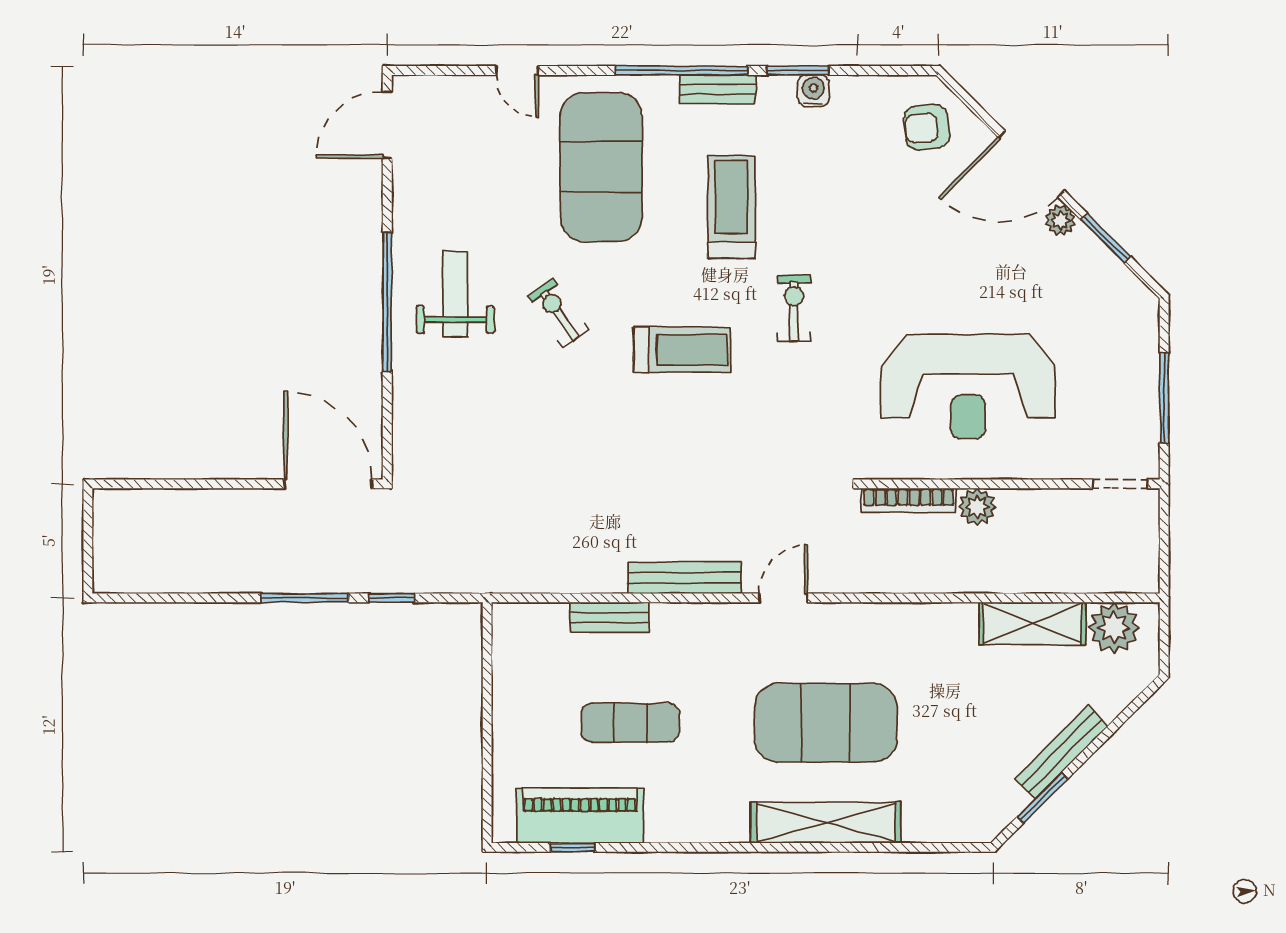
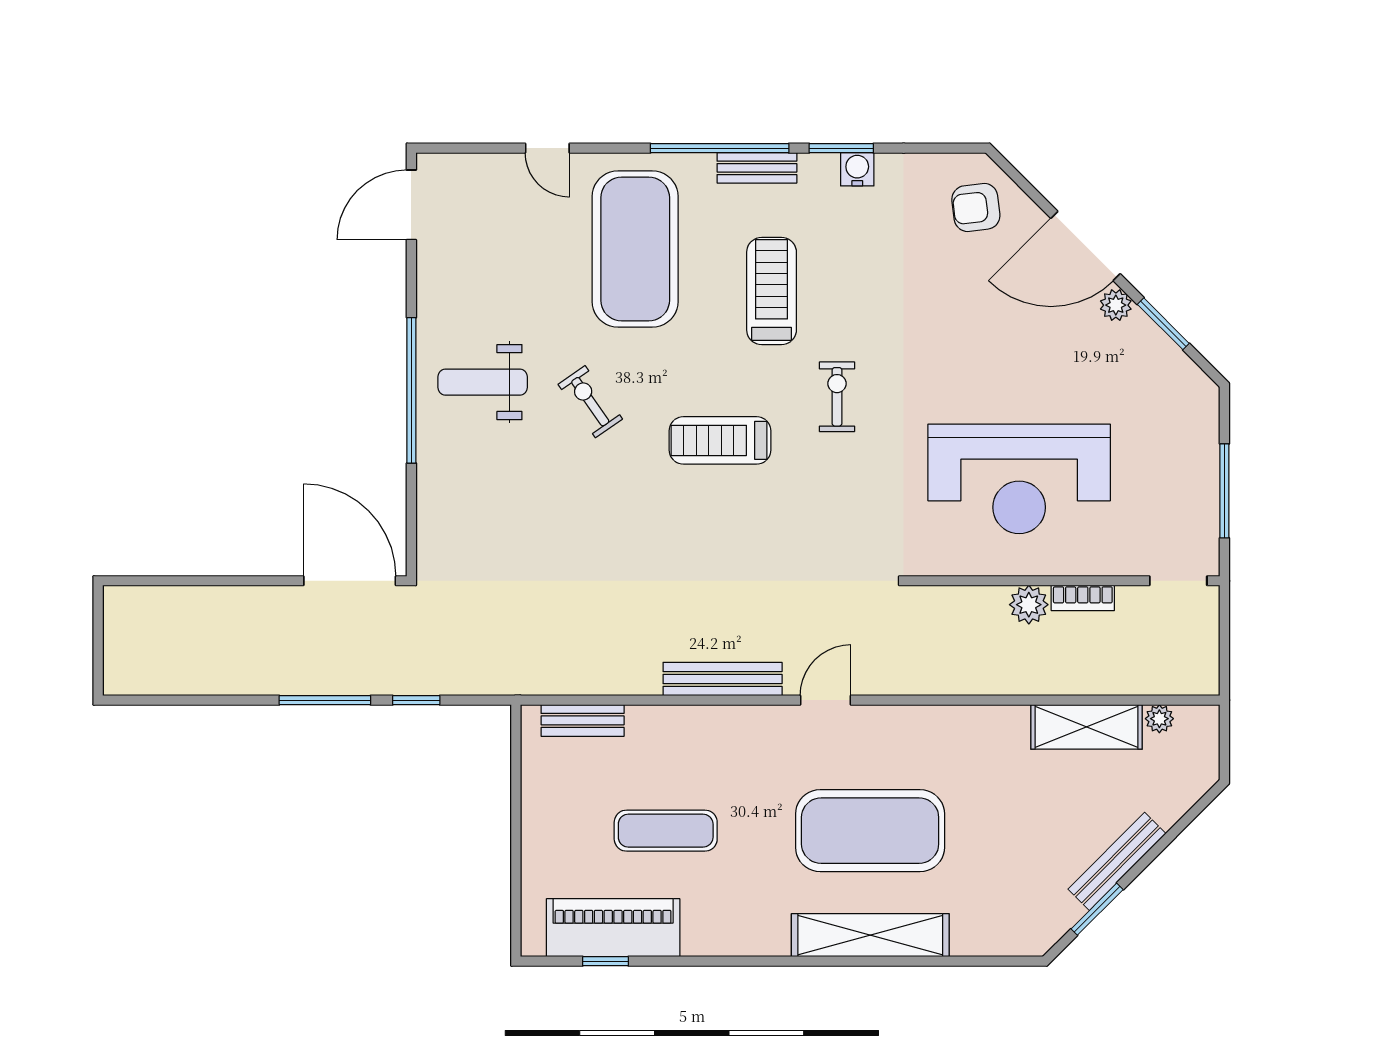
weight bench: (455, 294) -> (483, 382), turned -90
treadmill: (682, 350) -> (720, 440), turned 180
bookcase: (909, 500) -> (1083, 598), moved, width x0.64
bench: (609, 617) -> (583, 720), moved
plant: (1114, 628) -> (1159, 719), width x0.53, depth x0.53

